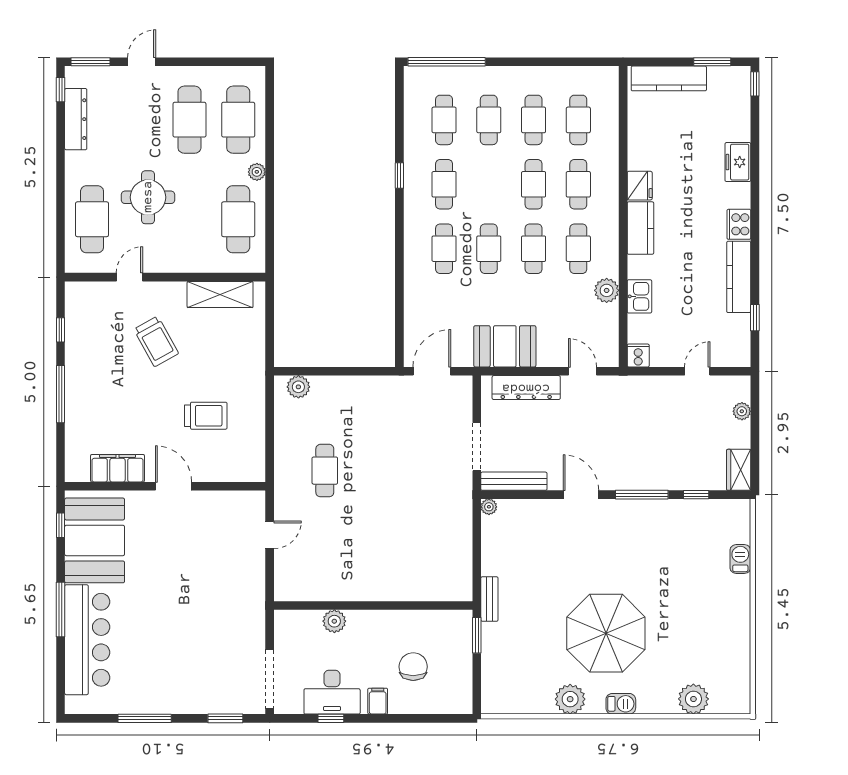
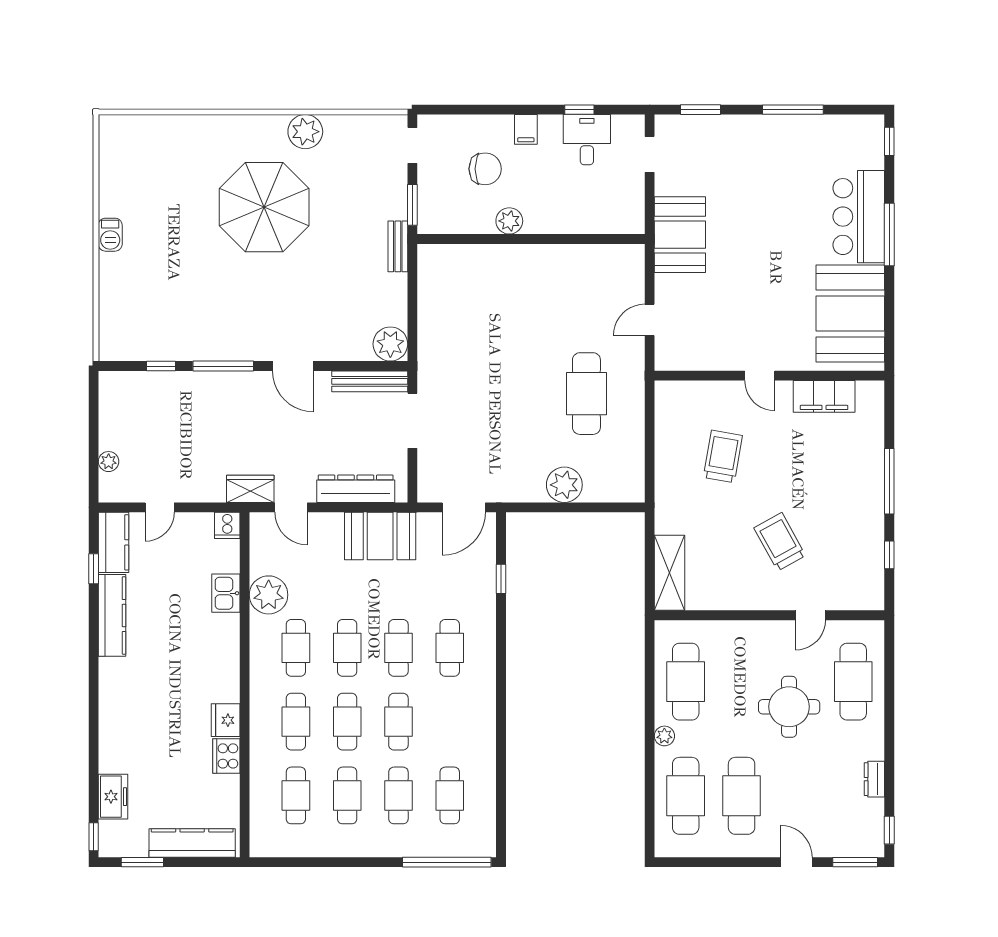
door: (142, 62) -> (796, 862), swing flipped
dresser: (76, 119) -> (874, 779), width x0.51, depth x0.80
freezer: (738, 162) -> (113, 797), moved
window: (399, 176) -> (501, 579), moved
cafe table: (444, 184) -> (398, 722), moved
cooker: (739, 224) -> (226, 756), moved, turned 180
kitchen counter: (640, 228) -> (113, 542), moved, turned 180
plant: (607, 290) -> (269, 595), width x1.36, depth x1.36
shelving: (220, 294) -> (669, 573), moved, turned 90
plant: (298, 387) -> (564, 485), moved, width x1.36, depth x1.36
trolley: (206, 416) -> (723, 456), turned 100
wardrobe: (739, 470) -> (250, 489), moved, turned -90
cafe table: (325, 471) -> (586, 394), width x1.37, depth x1.35
door: (174, 486) -> (760, 376), width x0.73
plant: (489, 507) -> (390, 344), width x1.88, depth x1.88
window: (61, 525) -> (889, 141), moved
barbecue: (740, 559) -> (110, 235), moved
booth: (243, 609) -> (680, 235), added
plant: (334, 621) -> (509, 221), moved
bar counter: (87, 640) -> (859, 217), width x0.73
chair: (413, 667) -> (485, 169), turned -90
doorway: (270, 679) -> (650, 154), width x0.53
doorway: (477, 687) -> (412, 145), added
desk: (332, 692) -> (587, 140), width x0.73
plant: (693, 699) -> (164, 132), removed
barbecue: (621, 704) -> (247, 126), removed

